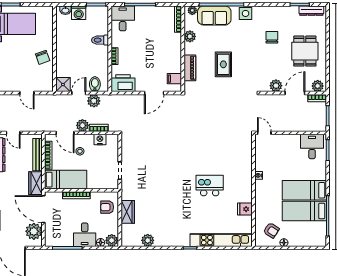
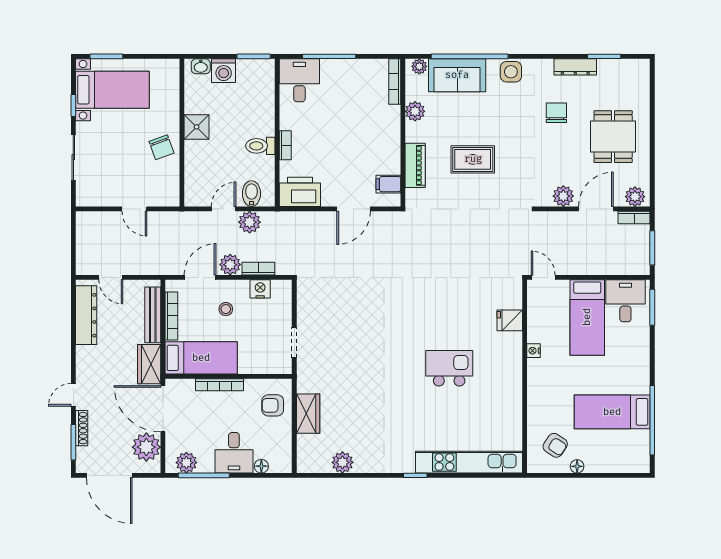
dresser: (311, 11) -> (575, 67), moved
toilet: (100, 40) -> (260, 146), moved
rug: (223, 64) -> (473, 159), turned 90
shower: (63, 85) -> (197, 127), moved
door: (65, 133) -> (200, 277), swing flipped
bed: (304, 190) -> (587, 317), moved, turned -90
fridge: (245, 209) -> (510, 320), moved
plant: (112, 240) -> (186, 463), moved

